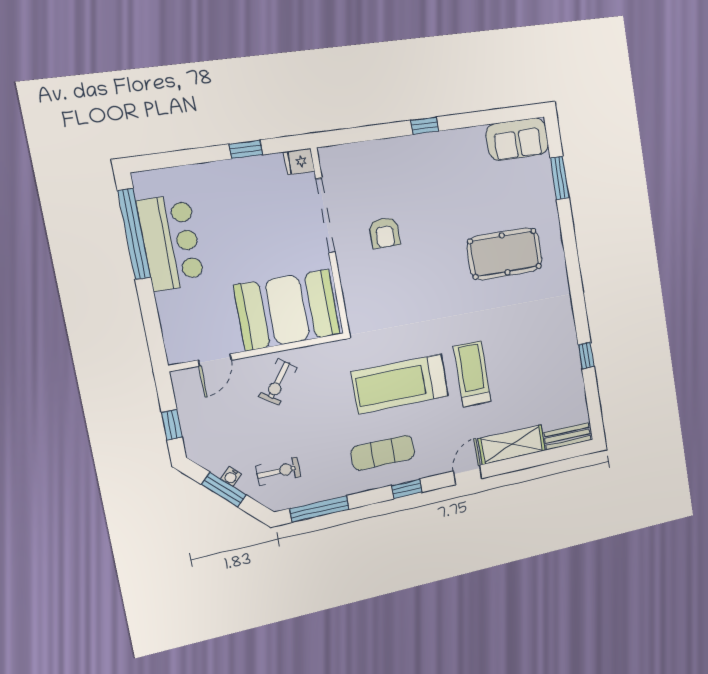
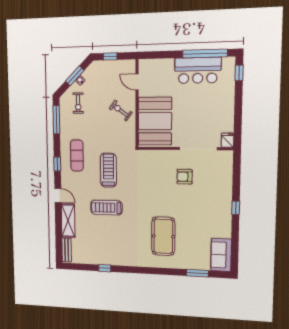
window: (246, 149) -> (239, 73), moved
treadmill: (472, 374) -> (106, 208), turned 180
treadmill: (400, 384) -> (108, 170), width x0.73, depth x0.73

